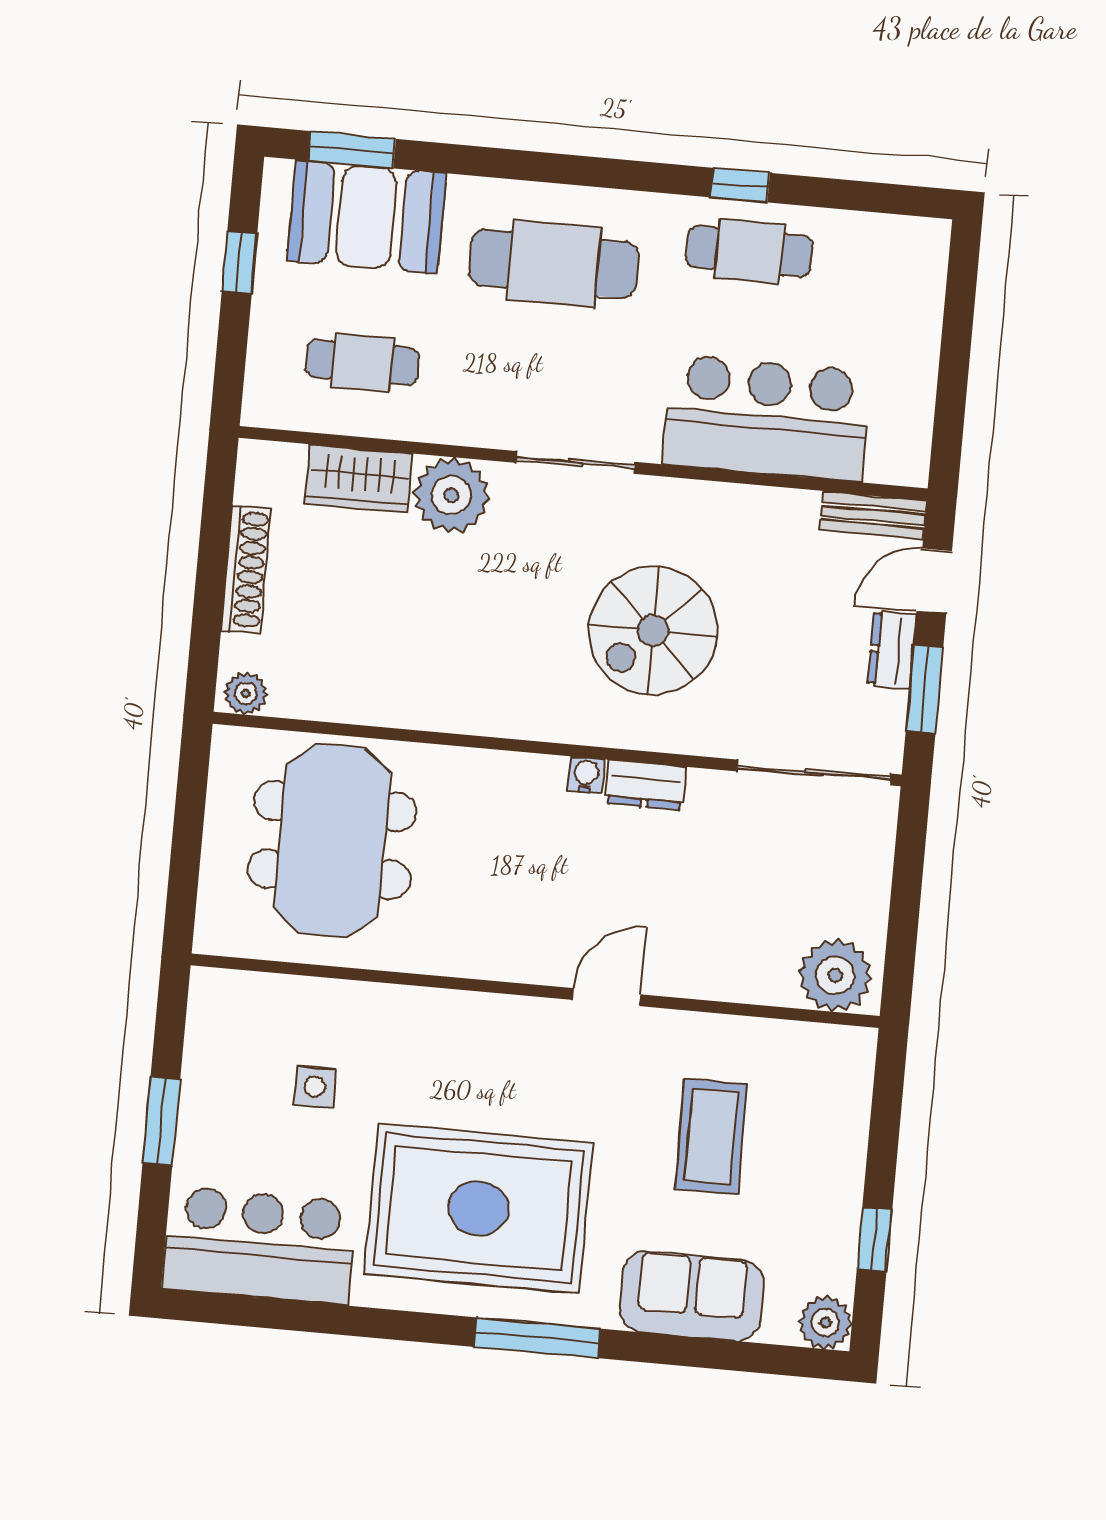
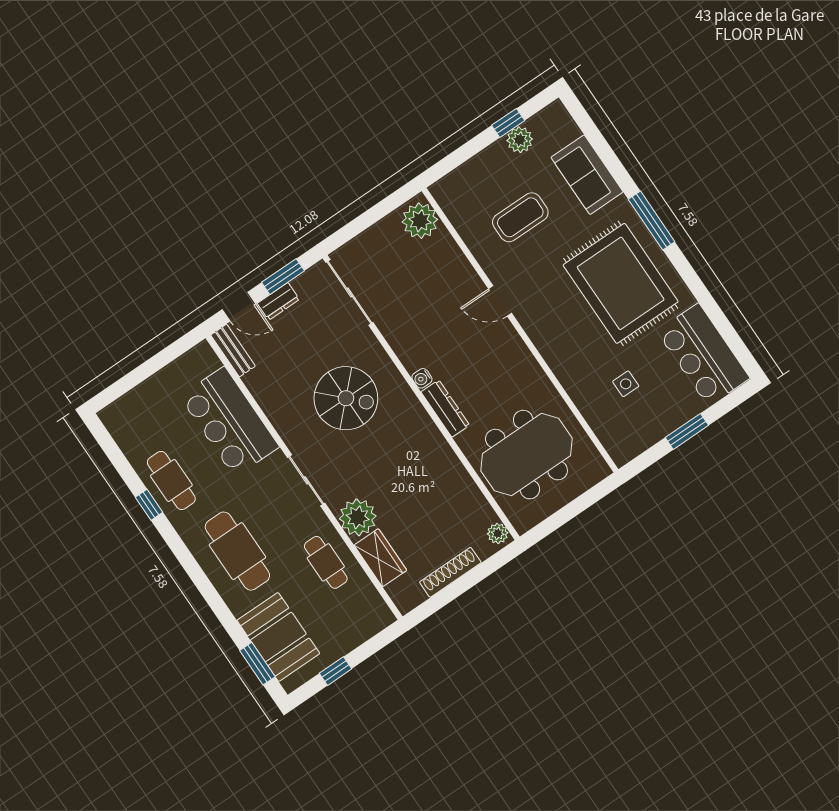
cafe table: (362, 362) -> (326, 562), moved
dresser: (646, 785) -> (445, 409), moved, width x1.44
plant: (825, 1323) -> (520, 140), moved

